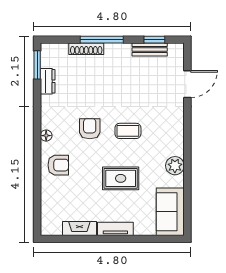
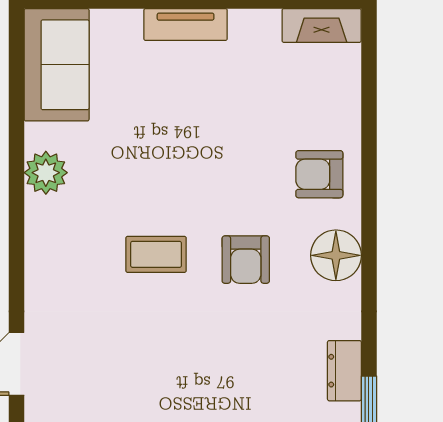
floor lamp: (46, 136) -> (336, 255), width x1.89, depth x1.89
rug: (121, 178) -> (173, 143), removed
fireplace: (79, 228) -> (322, 26), moved

